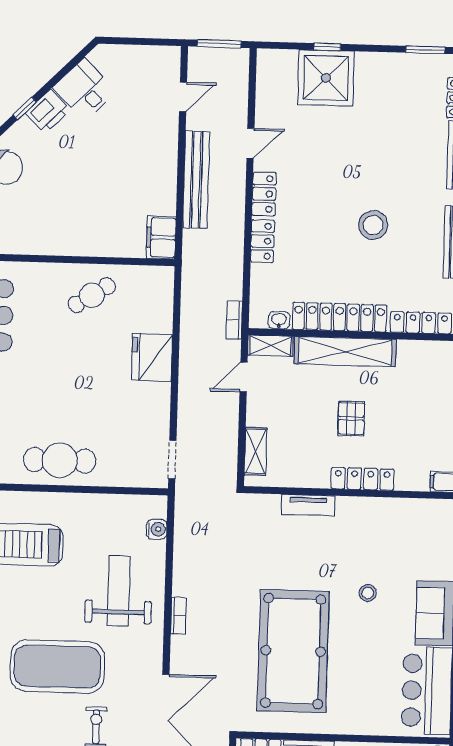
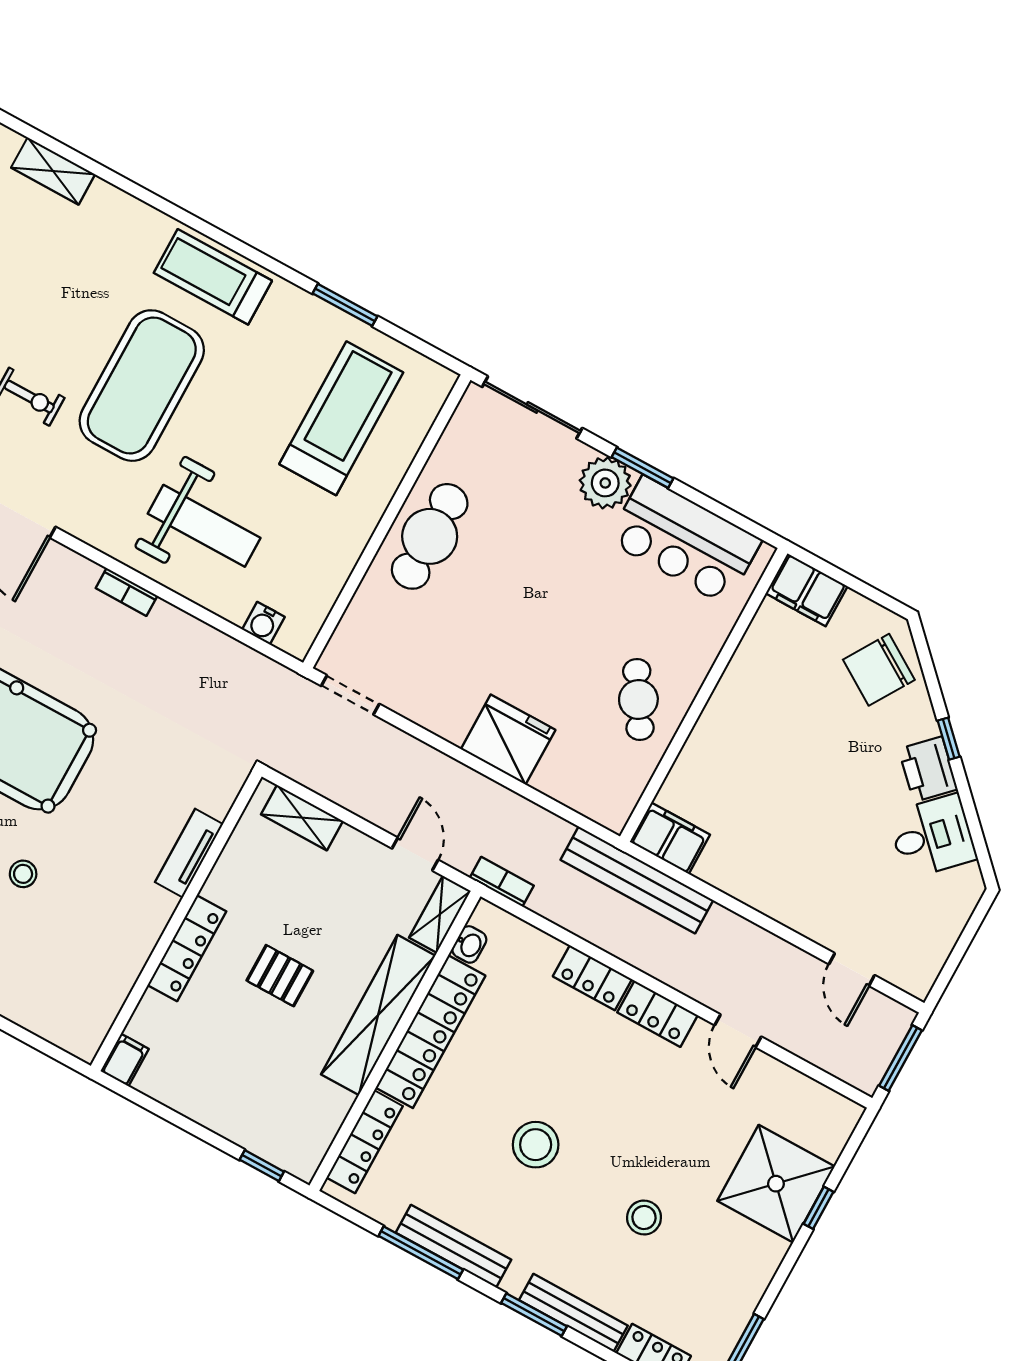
stool: (383, 143) -> (644, 1218), added
bench: (196, 180) -> (637, 880), moved

